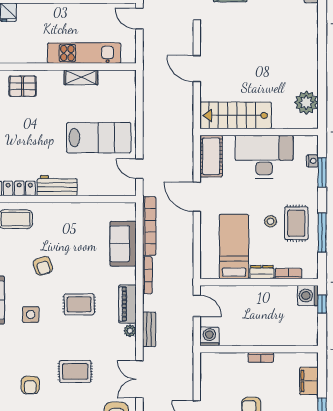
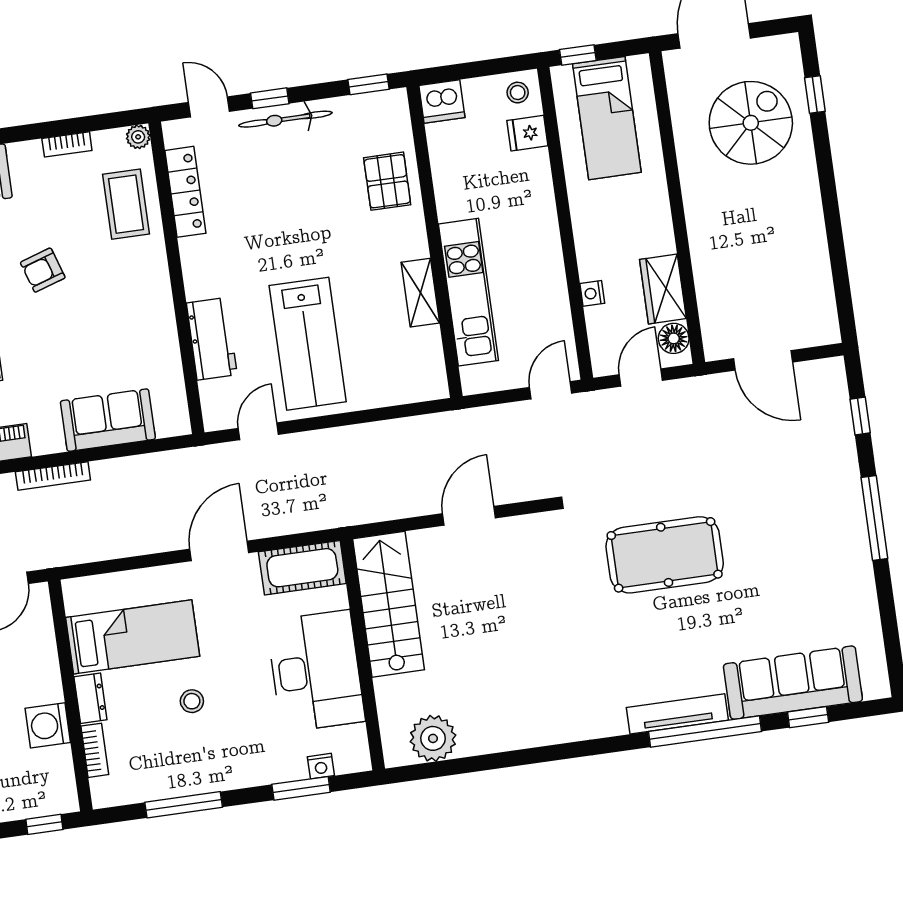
workbench: (57, 186) -> (212, 339), moved
rug: (296, 223) -> (195, 752), removed
bookcase: (149, 226) -> (149, 466), removed
washing machine: (308, 295) -> (48, 725), moved, turned -90

